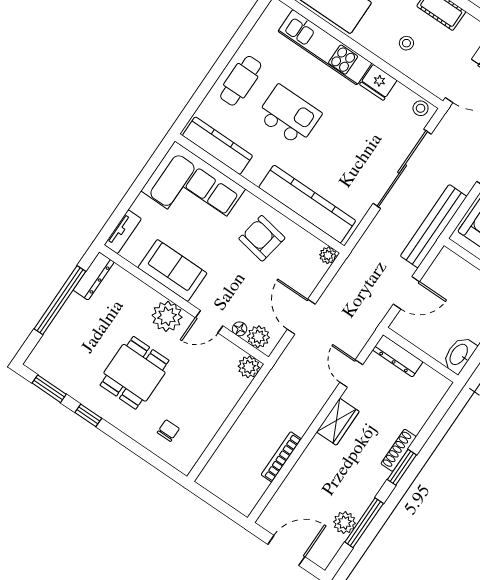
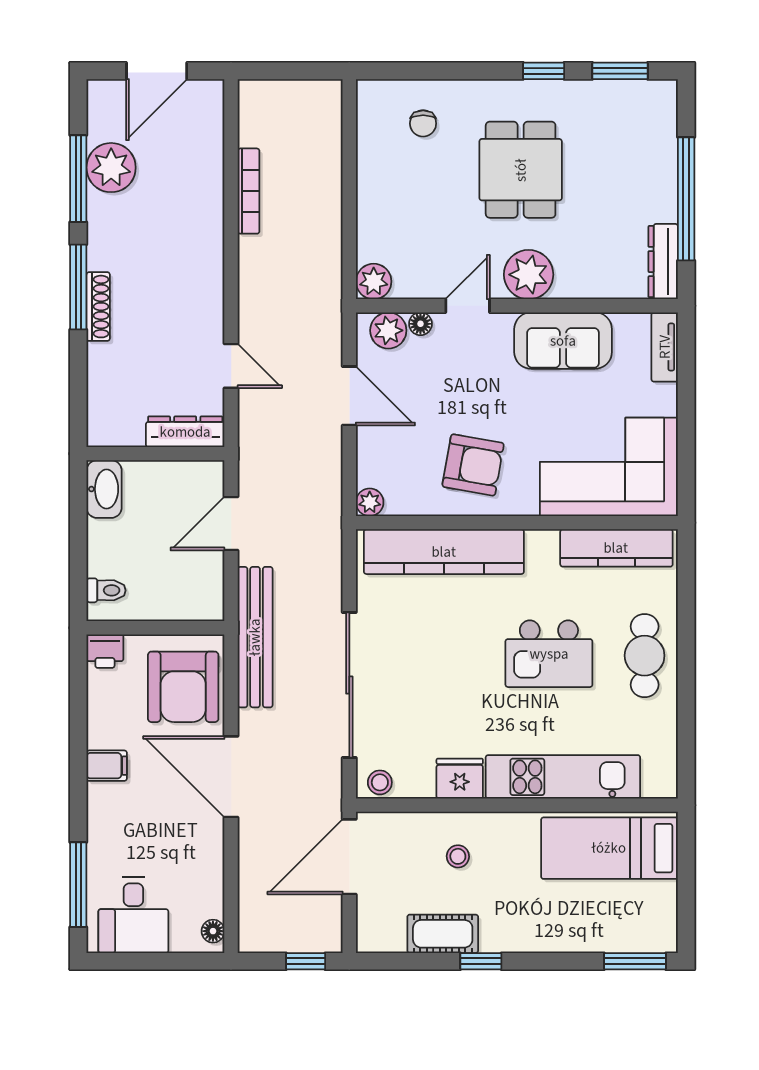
wardrobe: (338, 422) -> (205, 290), removed
window: (402, 467) -> (78, 287), width x1.44
plant: (344, 523) -> (111, 168), width x1.36, depth x1.36

